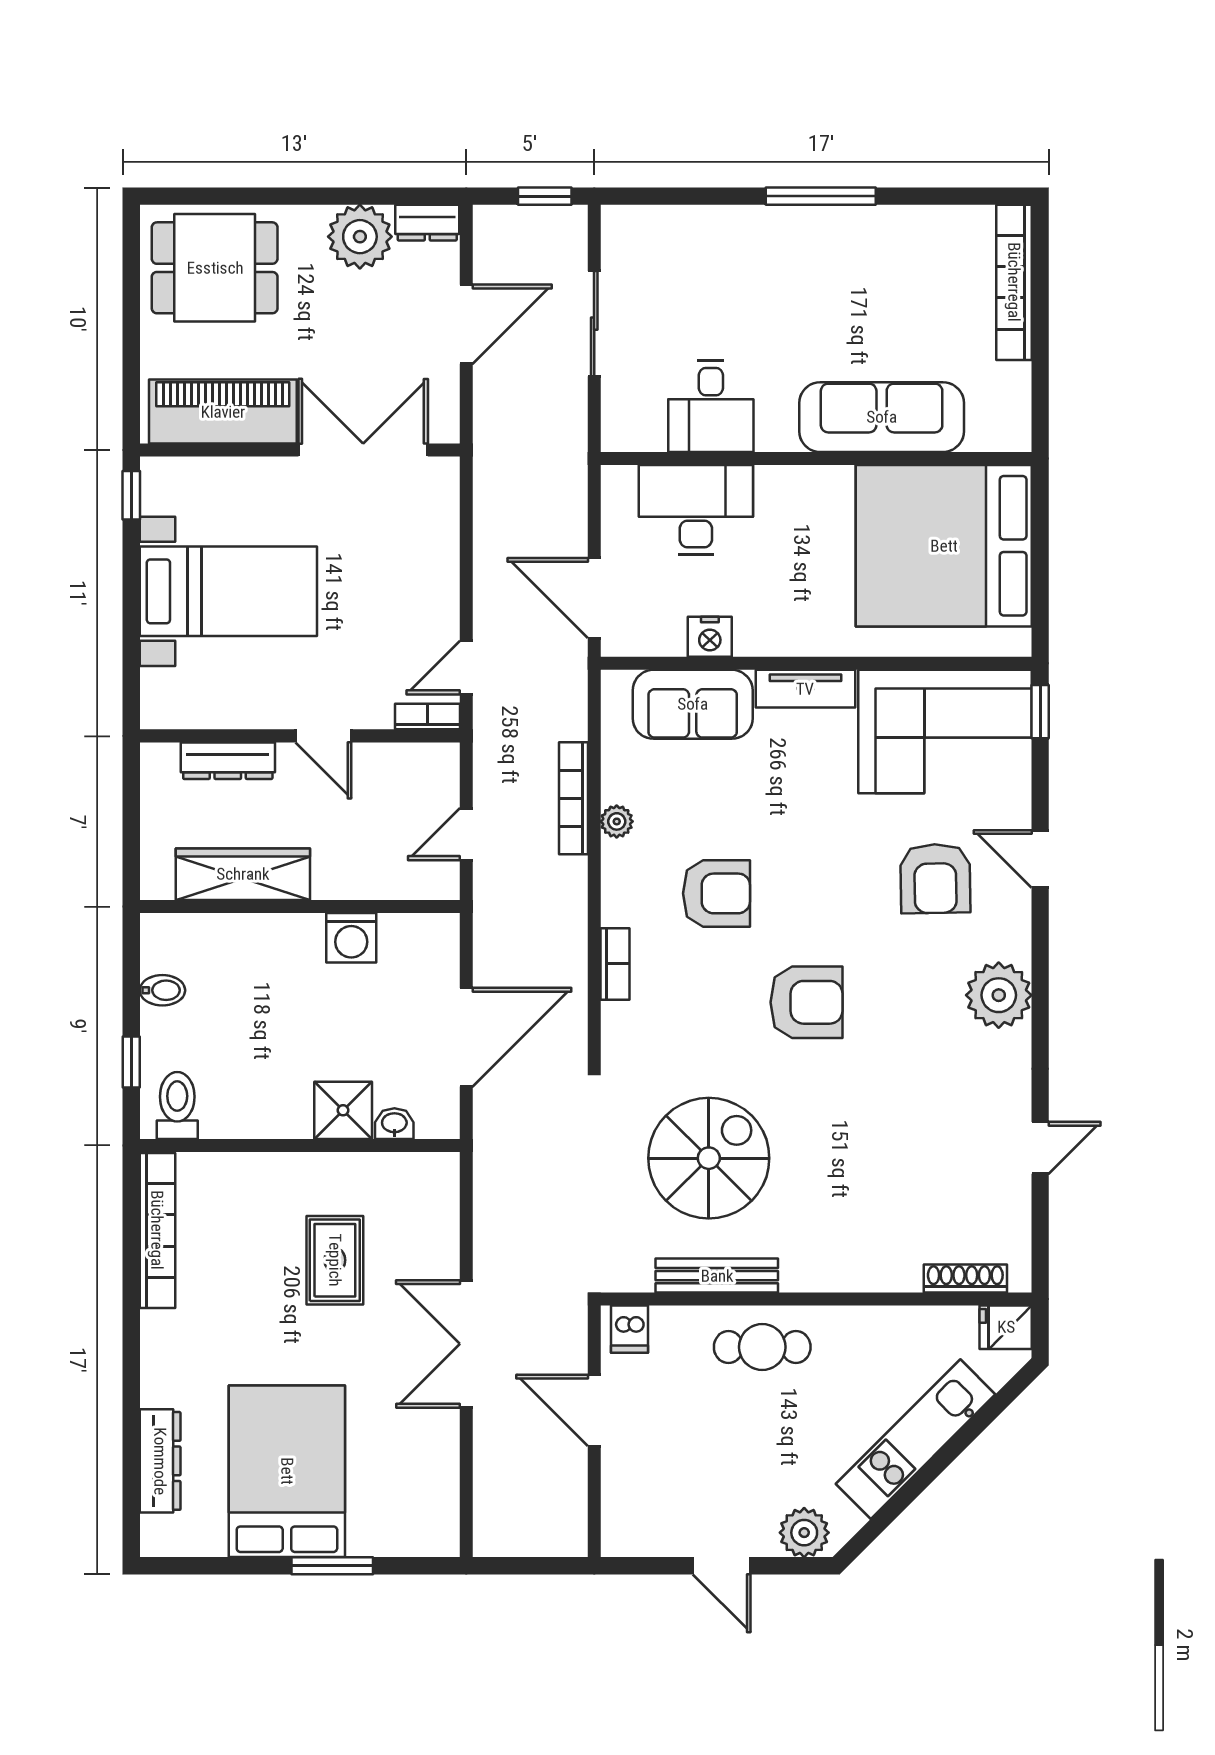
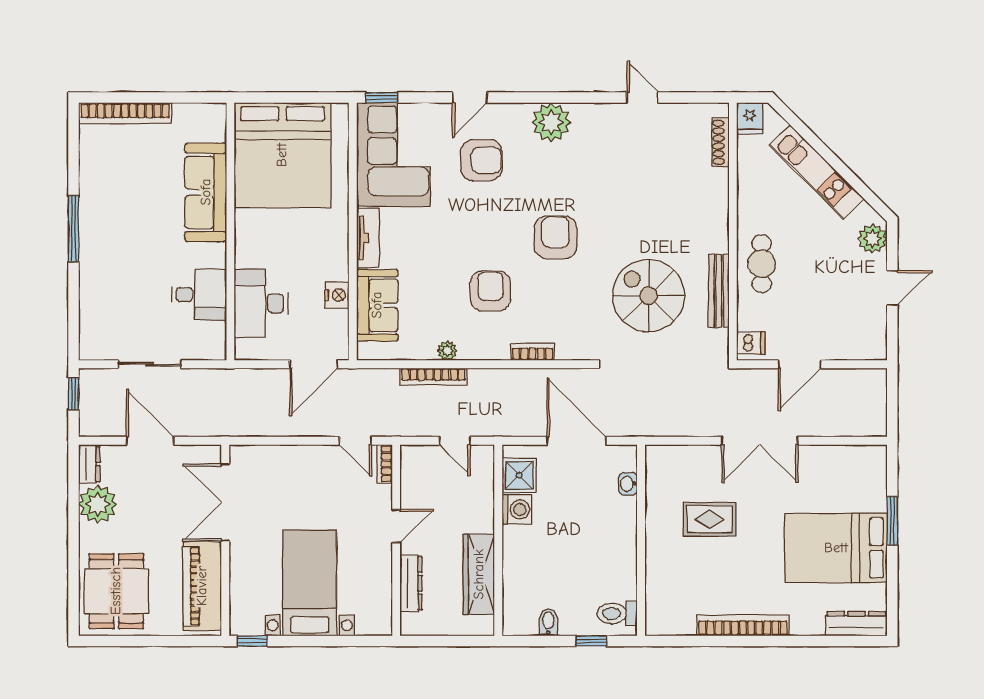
shower: (343, 1110) -> (519, 475), moved
bookcase: (157, 1230) -> (743, 625), moved
dresser: (160, 1461) -> (856, 624), moved

